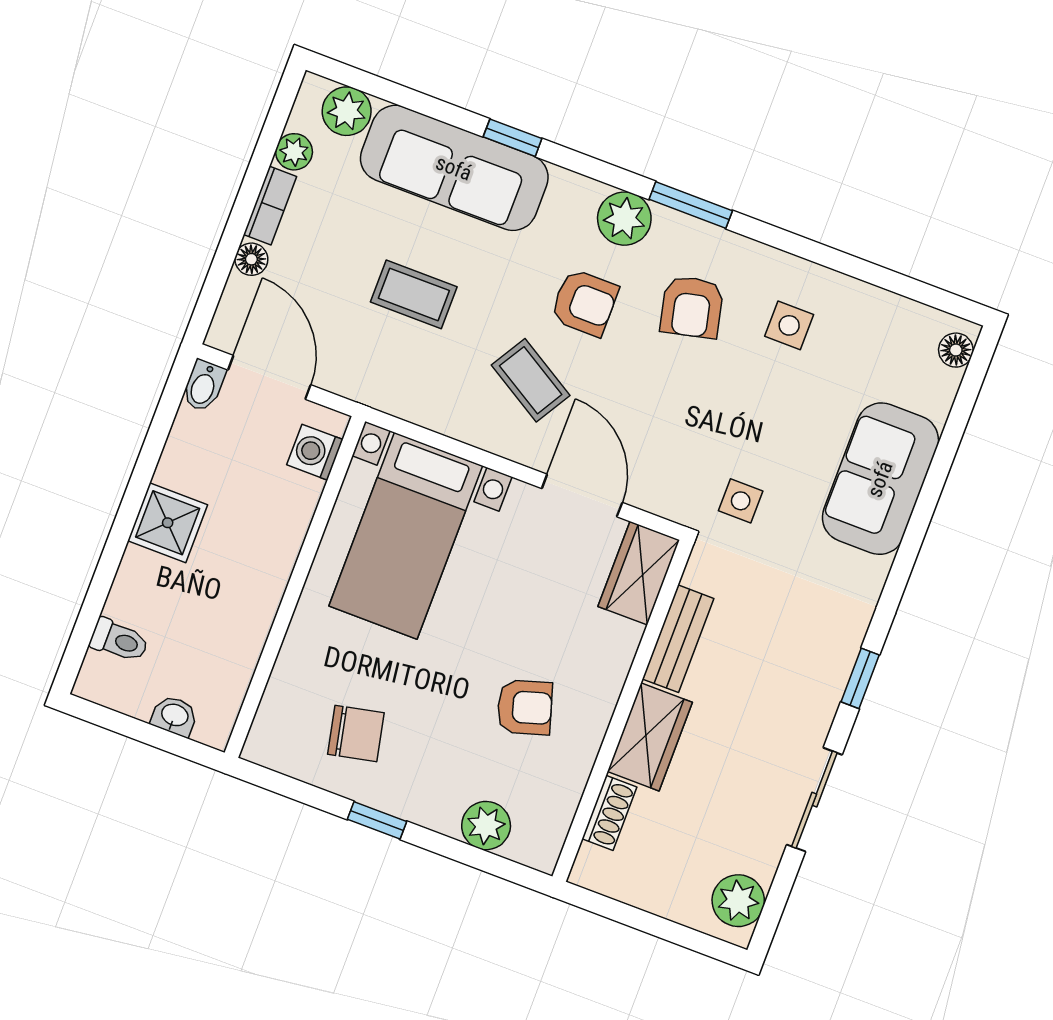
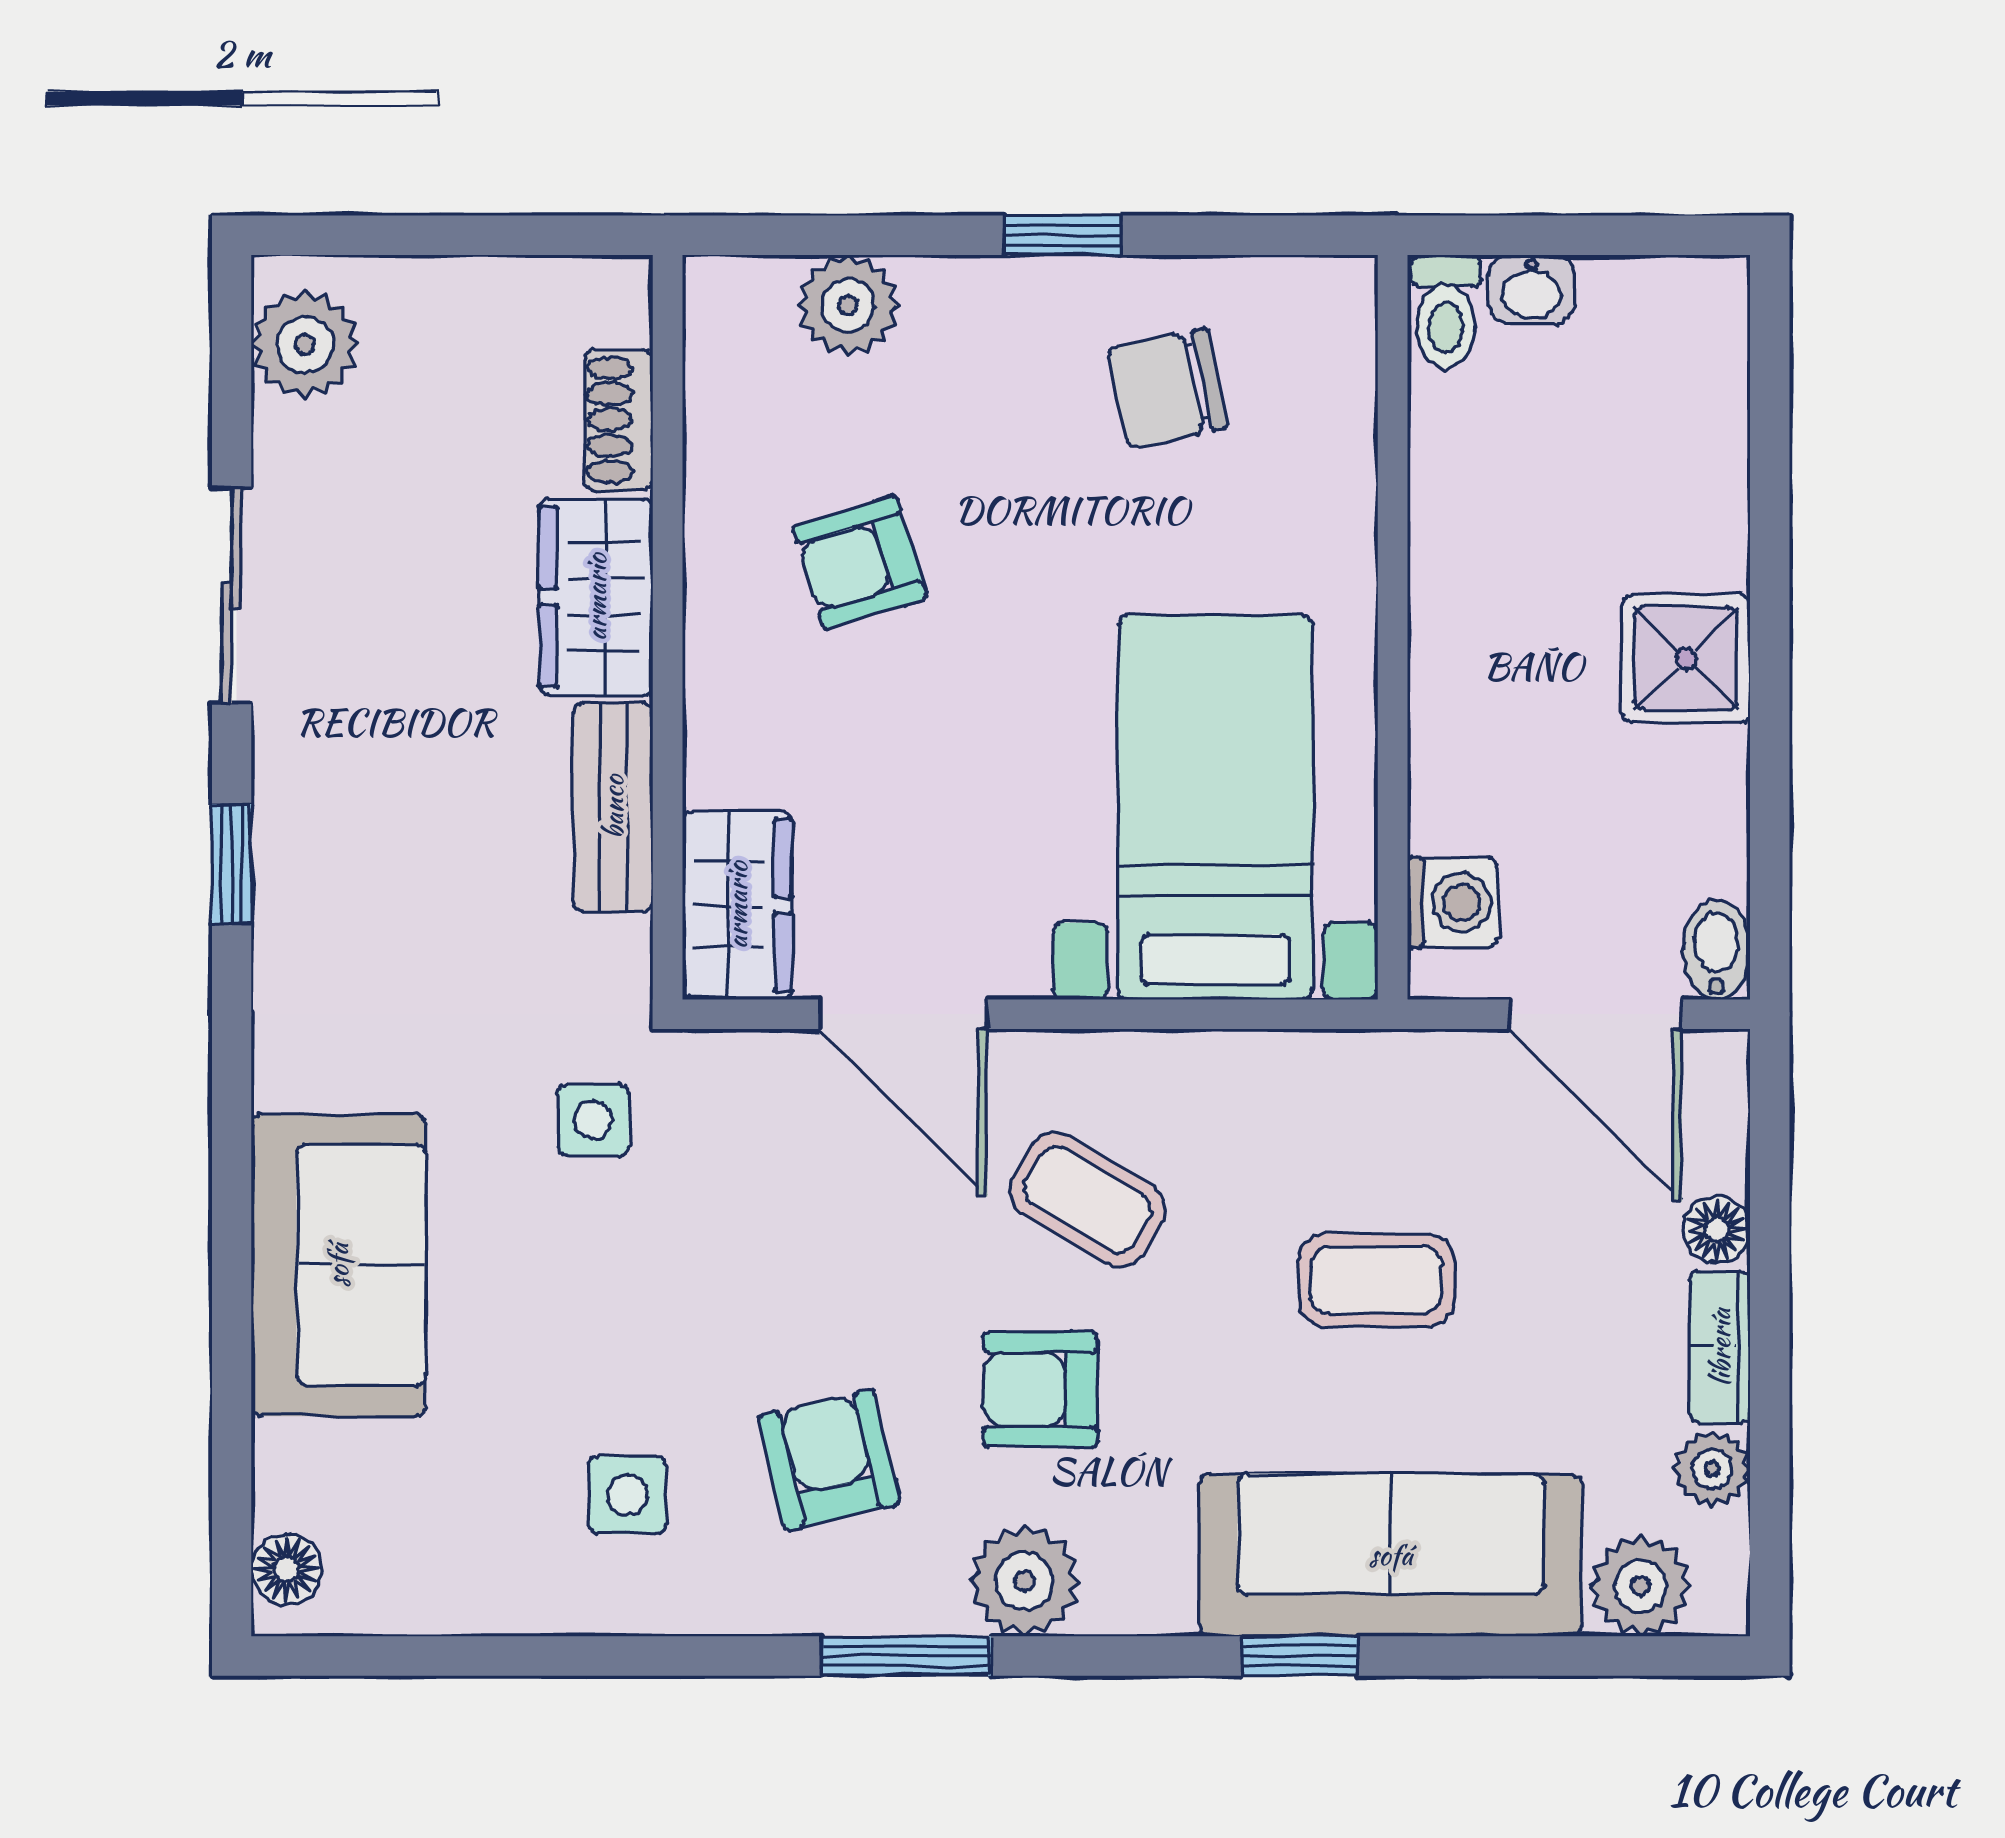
toilet: (119, 640) -> (1446, 312), moved, turned -90

